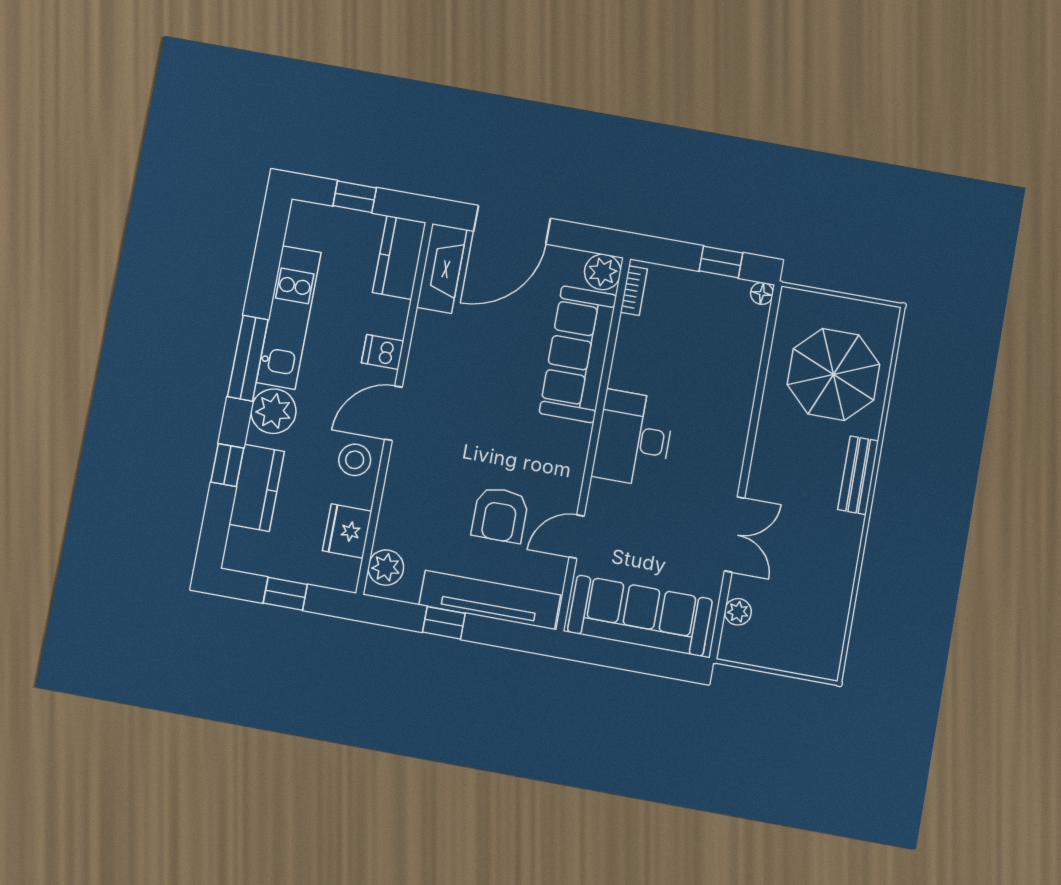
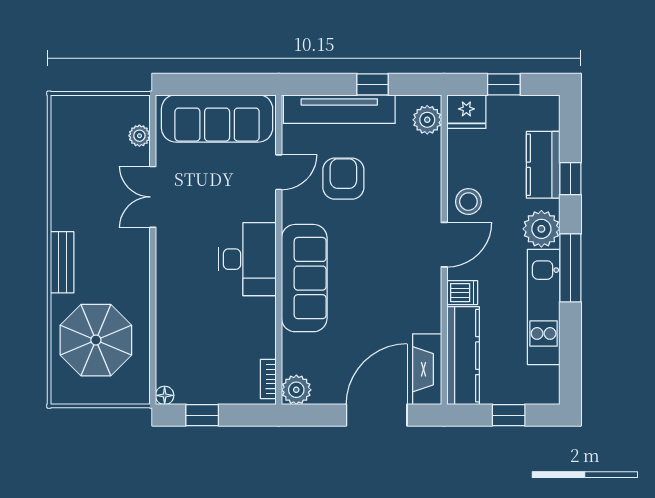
kitchen counter: (399, 257) -> (463, 356), width x1.50
sofa: (578, 354) -> (304, 278), moved
fridge: (347, 531) -> (466, 112), moved, turned 90

